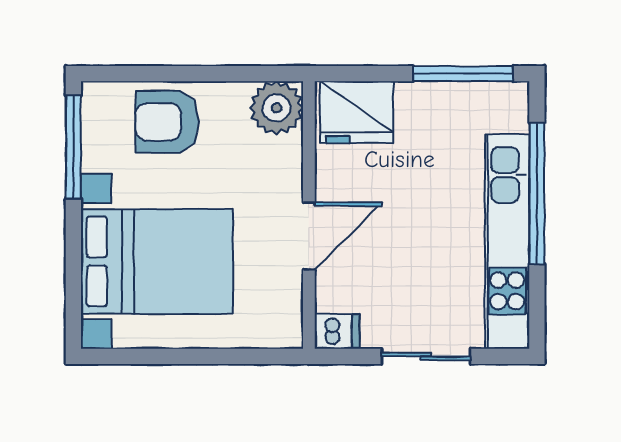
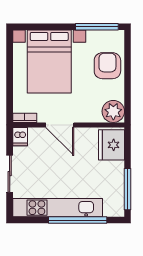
bookcase: (292, 320) -> (25, 118), added

